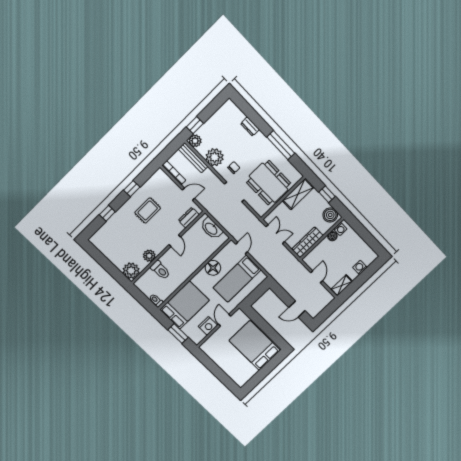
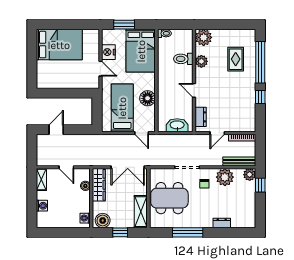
rug: (148, 210) -> (236, 59), moved
window: (107, 213) -> (260, 62), width x3.17
double door: (275, 234) -> (128, 167), width x1.37
boiler: (332, 236) -> (85, 186), moved
bed: (255, 345) -> (59, 45), moved

